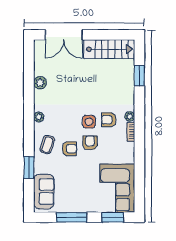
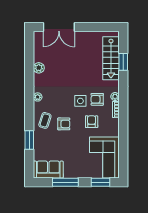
stairs: (109, 49) -> (111, 58), moved, turned 90
armchair: (90, 143) -> (92, 122), moved
sofa: (44, 192) -> (48, 170), moved, turned -90

